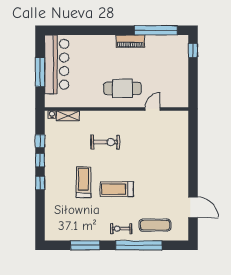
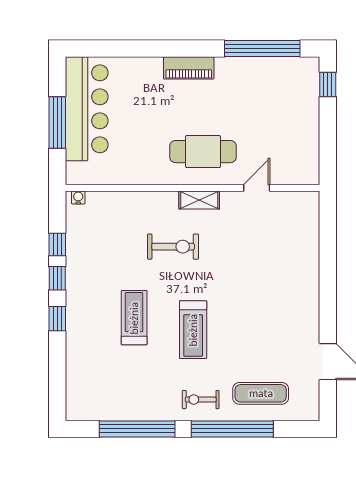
piano: (130, 41) -> (189, 68), moved
shelving: (68, 116) -> (199, 200), moved
treadmill: (117, 189) -> (193, 330), turned -90
window: (85, 245) -> (137, 429), width x1.46

